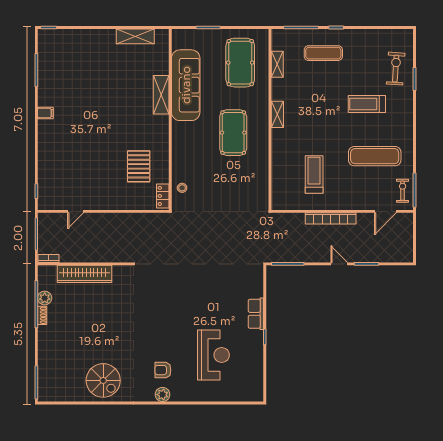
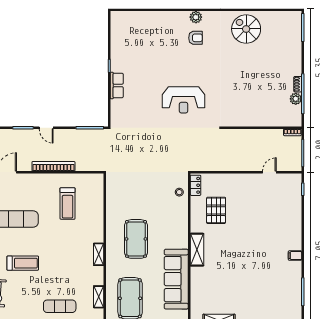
shelving: (161, 95) -> (197, 250), moved
wardrobe: (84, 274) -> (262, 119), removed
reception desk: (213, 355) -> (184, 100), moved, turned -90

